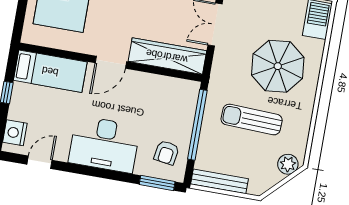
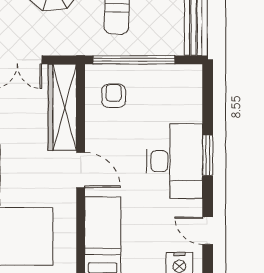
armchair: (167, 153) -> (114, 96), moved, turned -99
window: (157, 183) -> (208, 155), moved

